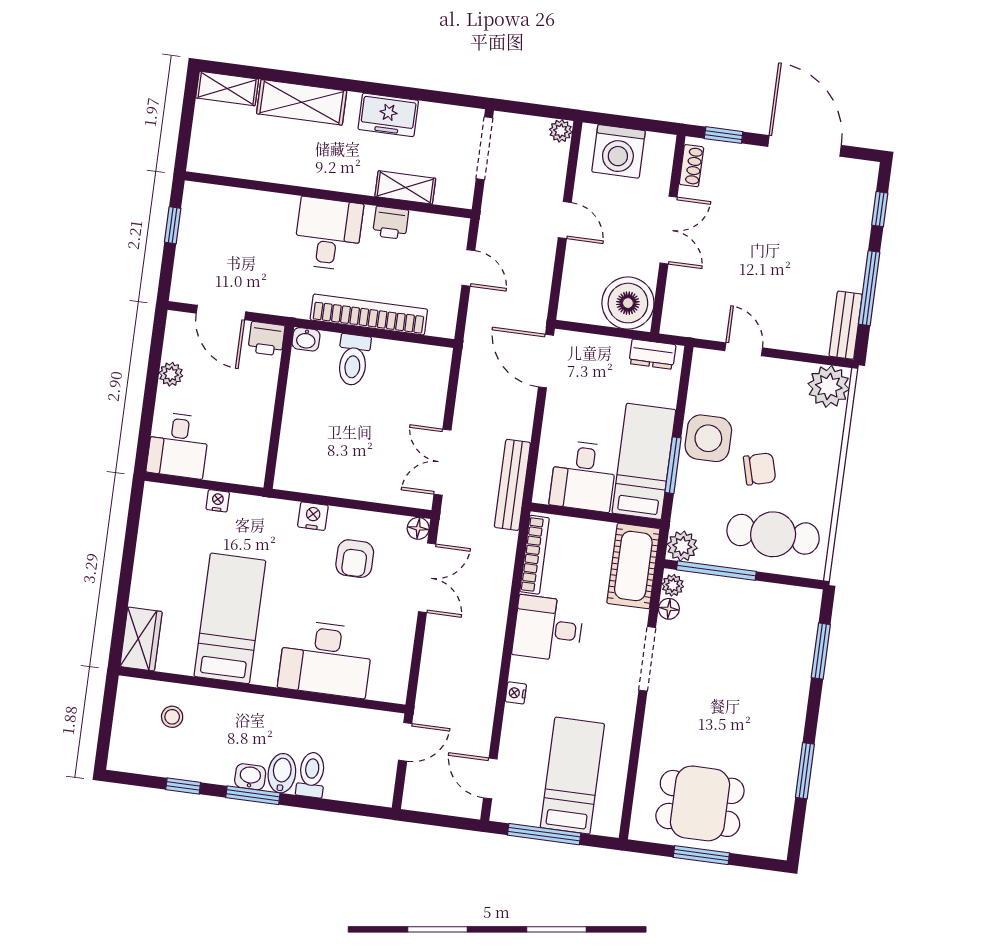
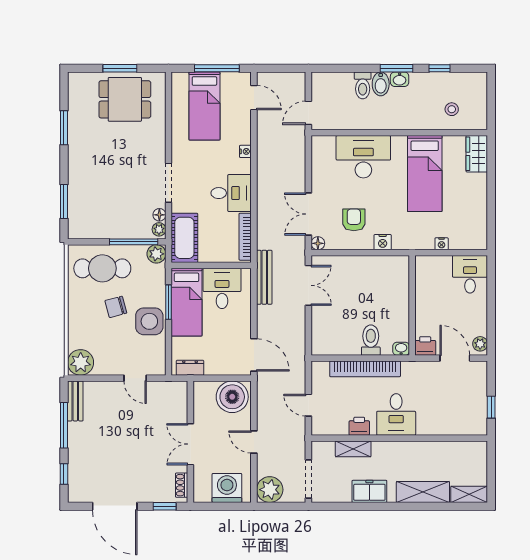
plant: (561, 131) -> (270, 490), width x1.87, depth x1.87
boiler: (628, 303) -> (232, 397), moved
plant: (171, 374) -> (480, 344), moved

